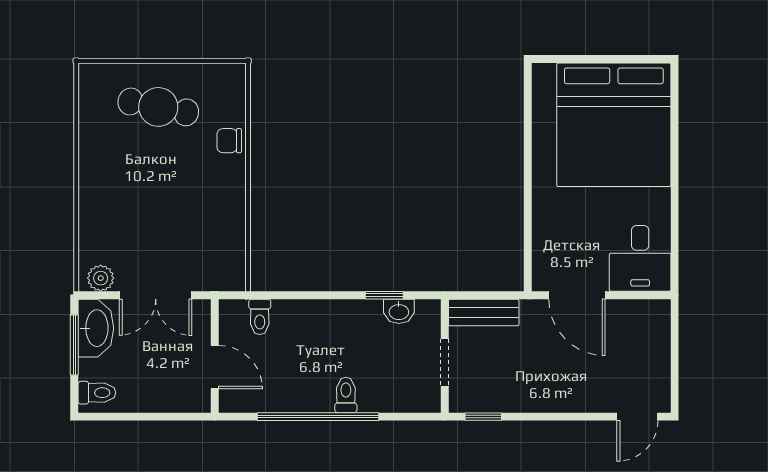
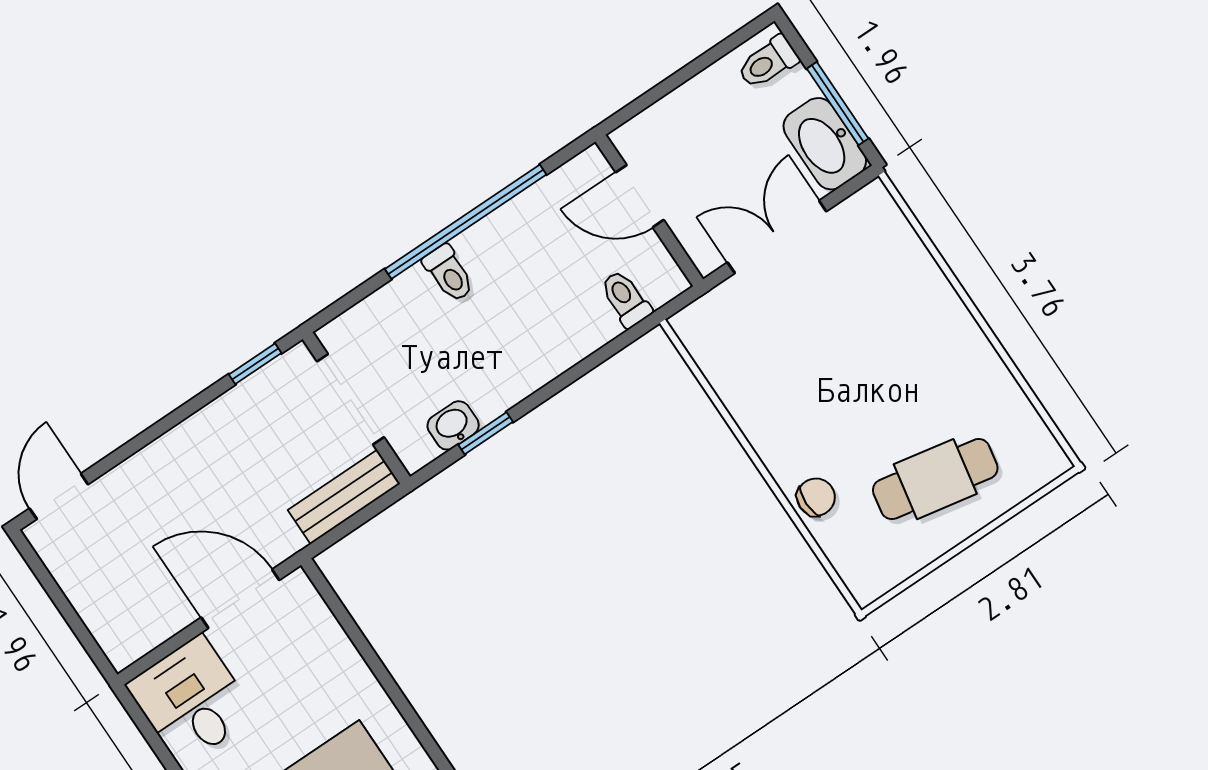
plant: (101, 278) -> (862, 212), removed
doorway: (445, 363) -> (350, 399), width x1.38

